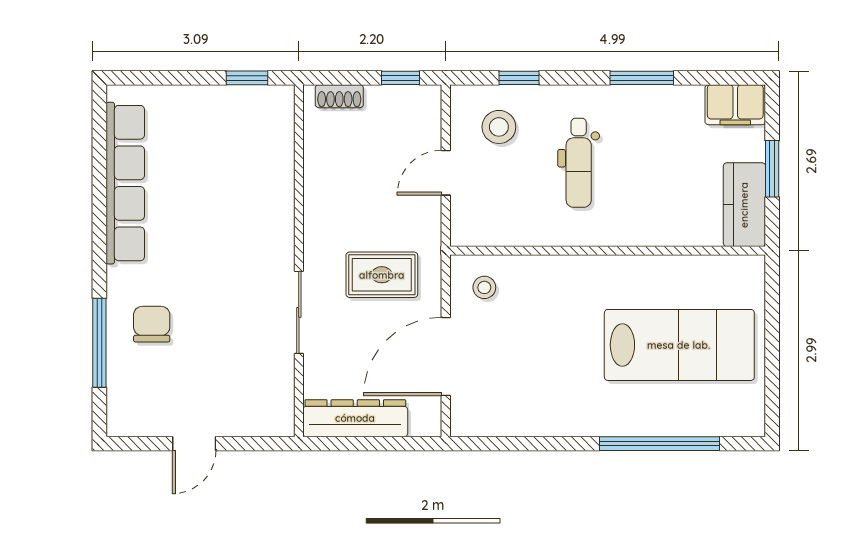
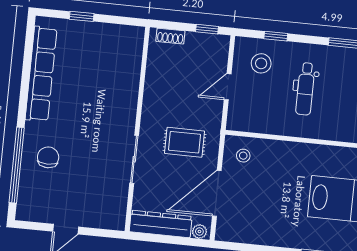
window: (247, 78) -> (82, 16), moved
window: (99, 343) -> (17, 165), width x1.46
plant: (423, 424) -> (199, 231), added

